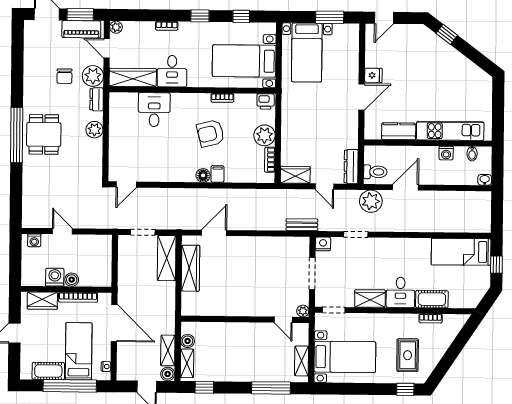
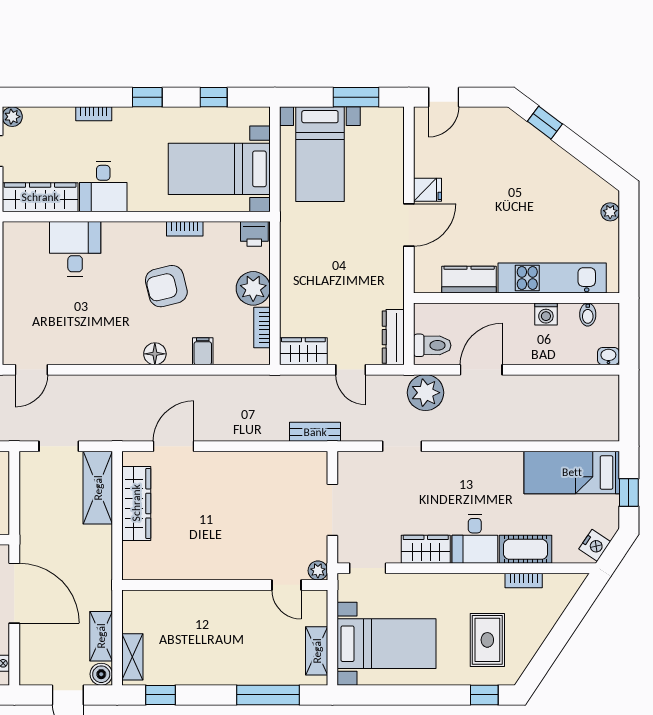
plant: (487, 90) -> (610, 212), added
filing cabinet: (217, 174) -> (203, 351), moved
nightstand: (323, 244) -> (595, 545), moved, turned 124
boiler: (188, 341) -> (133, 621), removed

